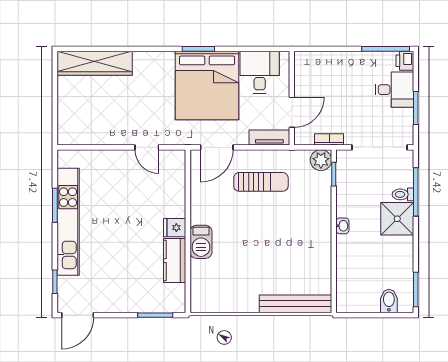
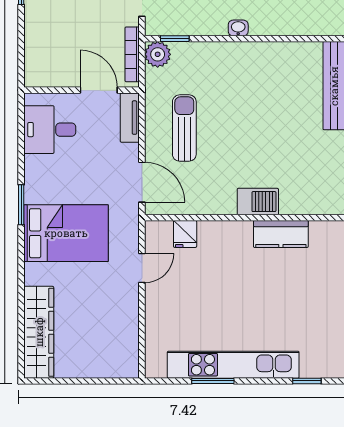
bed: (207, 85) -> (66, 233), moved, width x0.73
bookcase: (329, 139) -> (132, 54), width x1.56
fridge: (175, 228) -> (185, 234), moved

